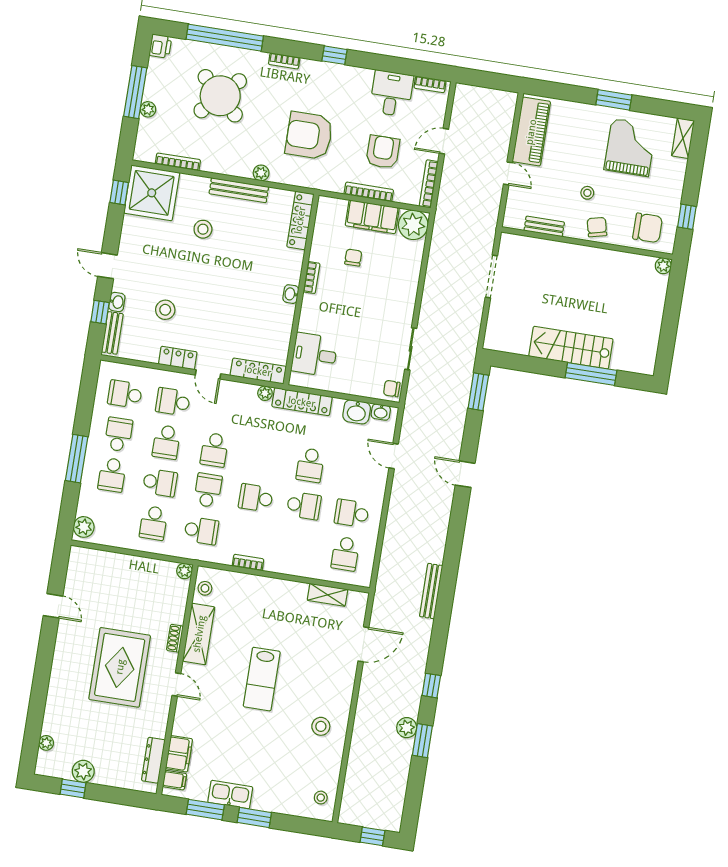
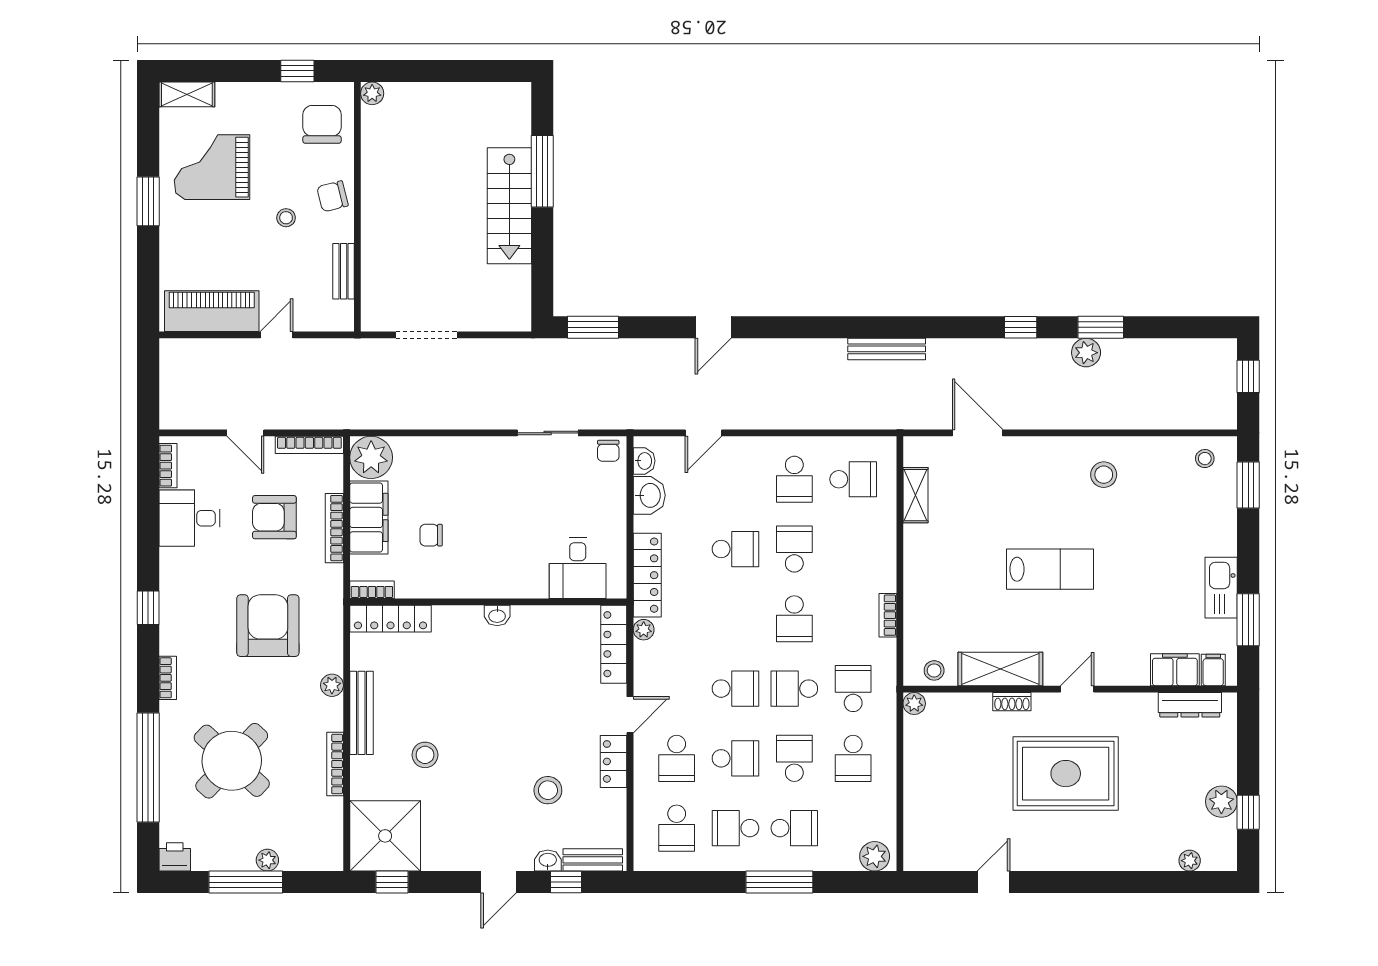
armchair: (309, 135) -> (268, 626), turned 180
bookcase: (178, 162) -> (335, 764), moved
bookcase: (312, 278) -> (372, 590), moved
school desk: (153, 523) -> (853, 758), turned 90
window: (254, 817) -> (1248, 485), moved

